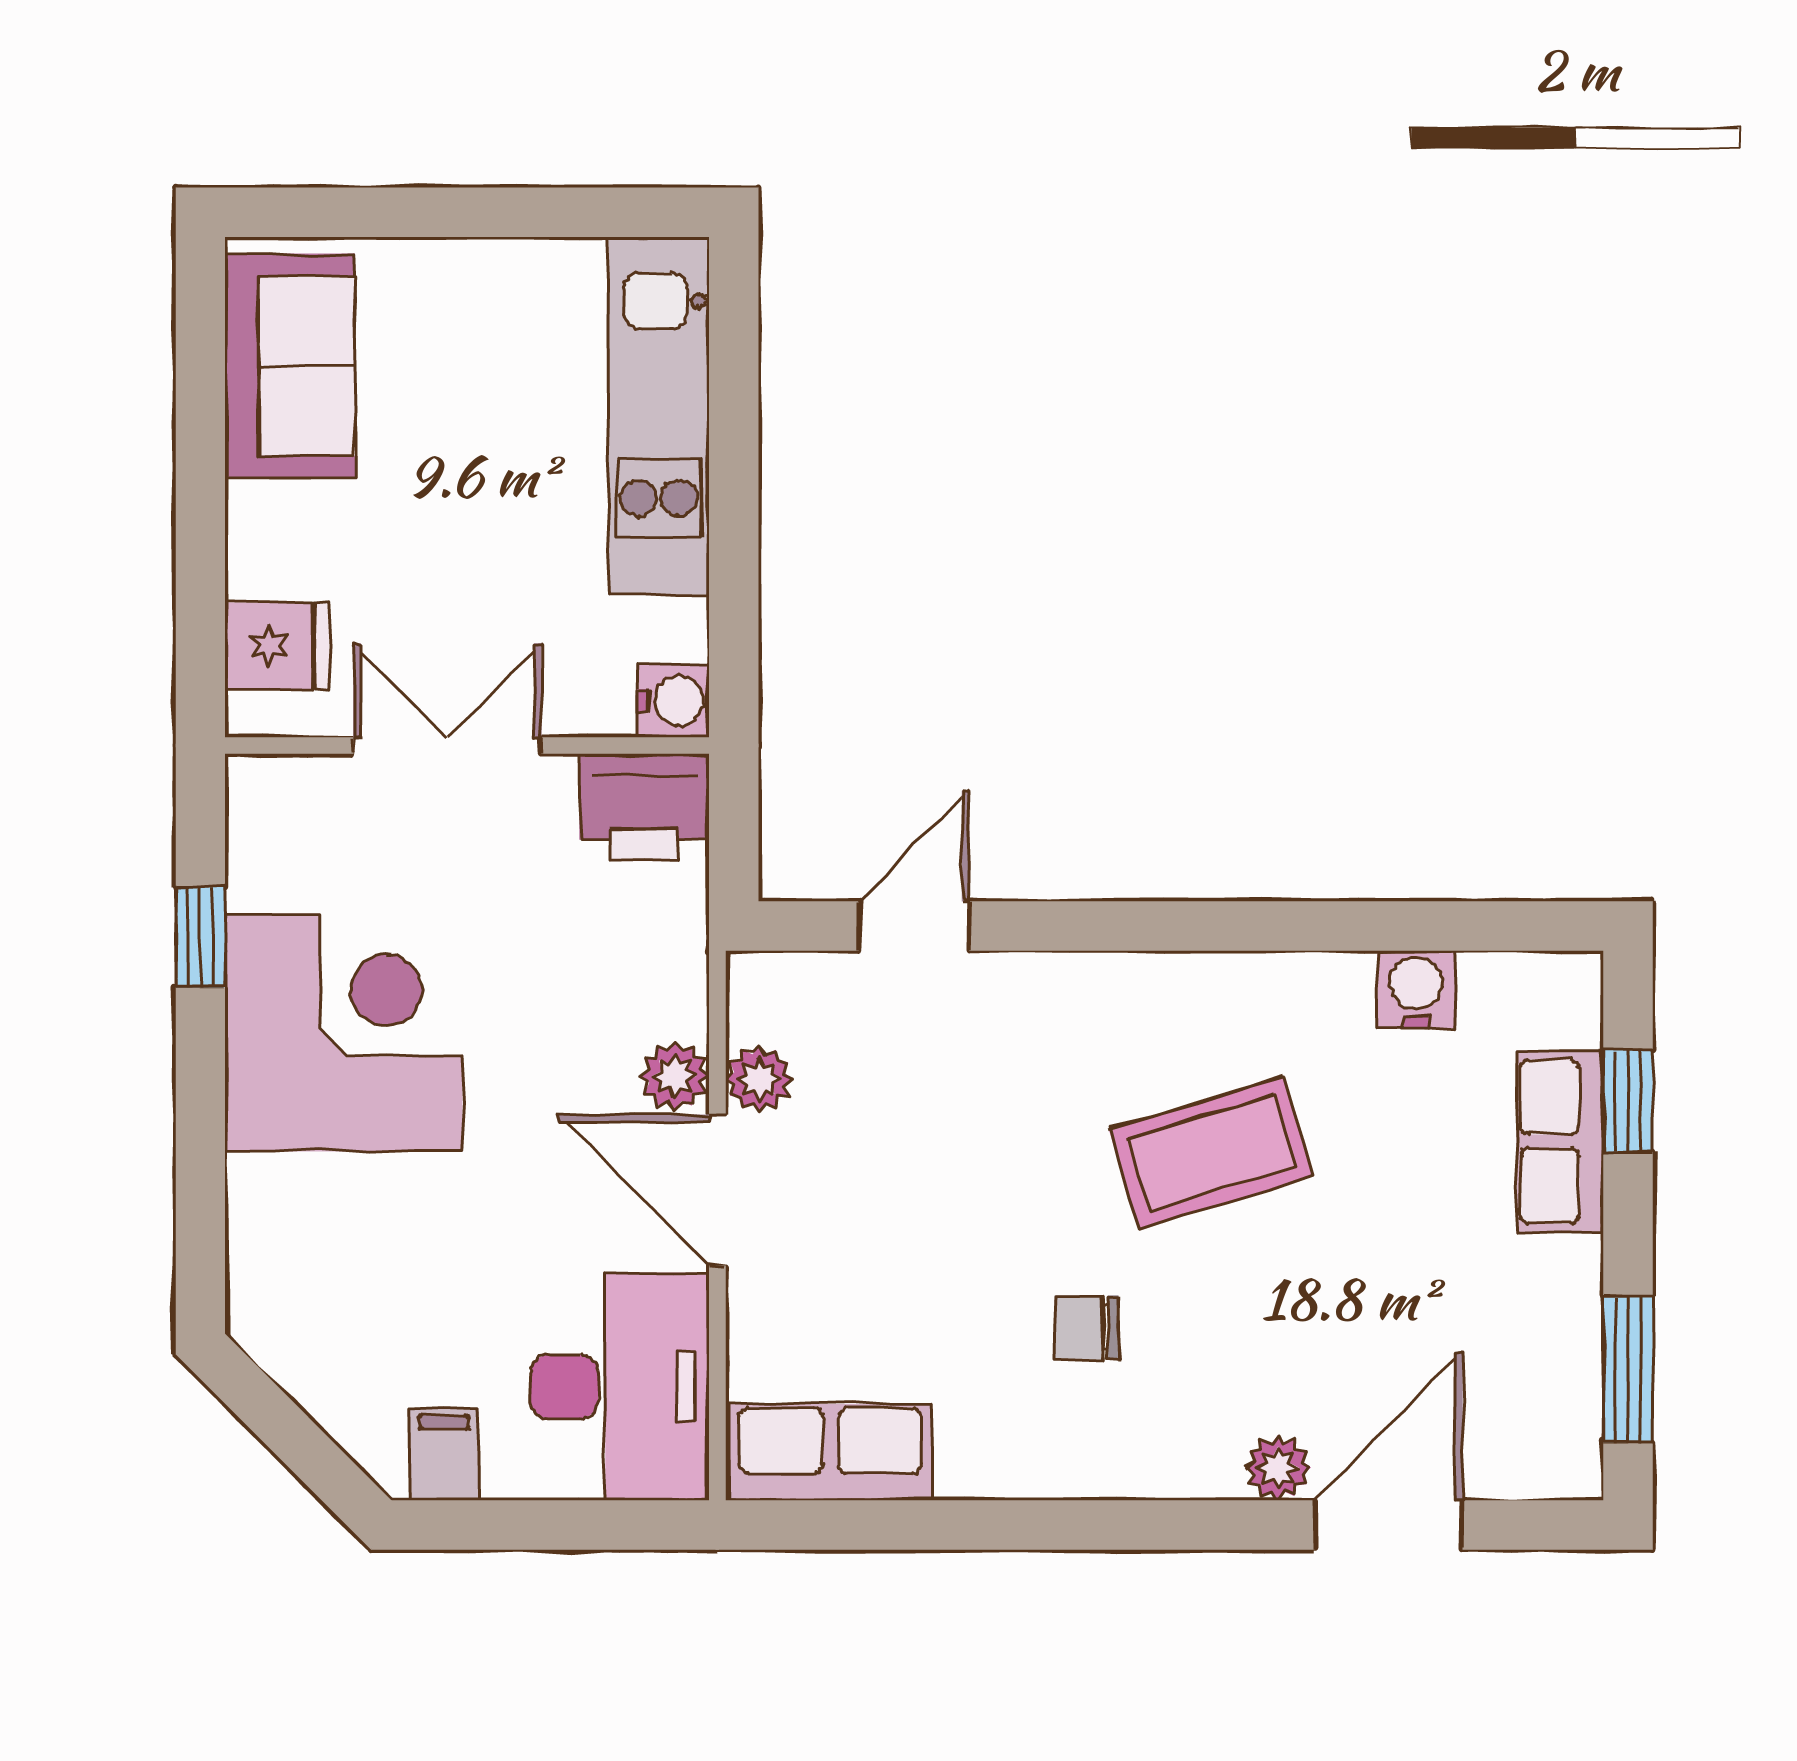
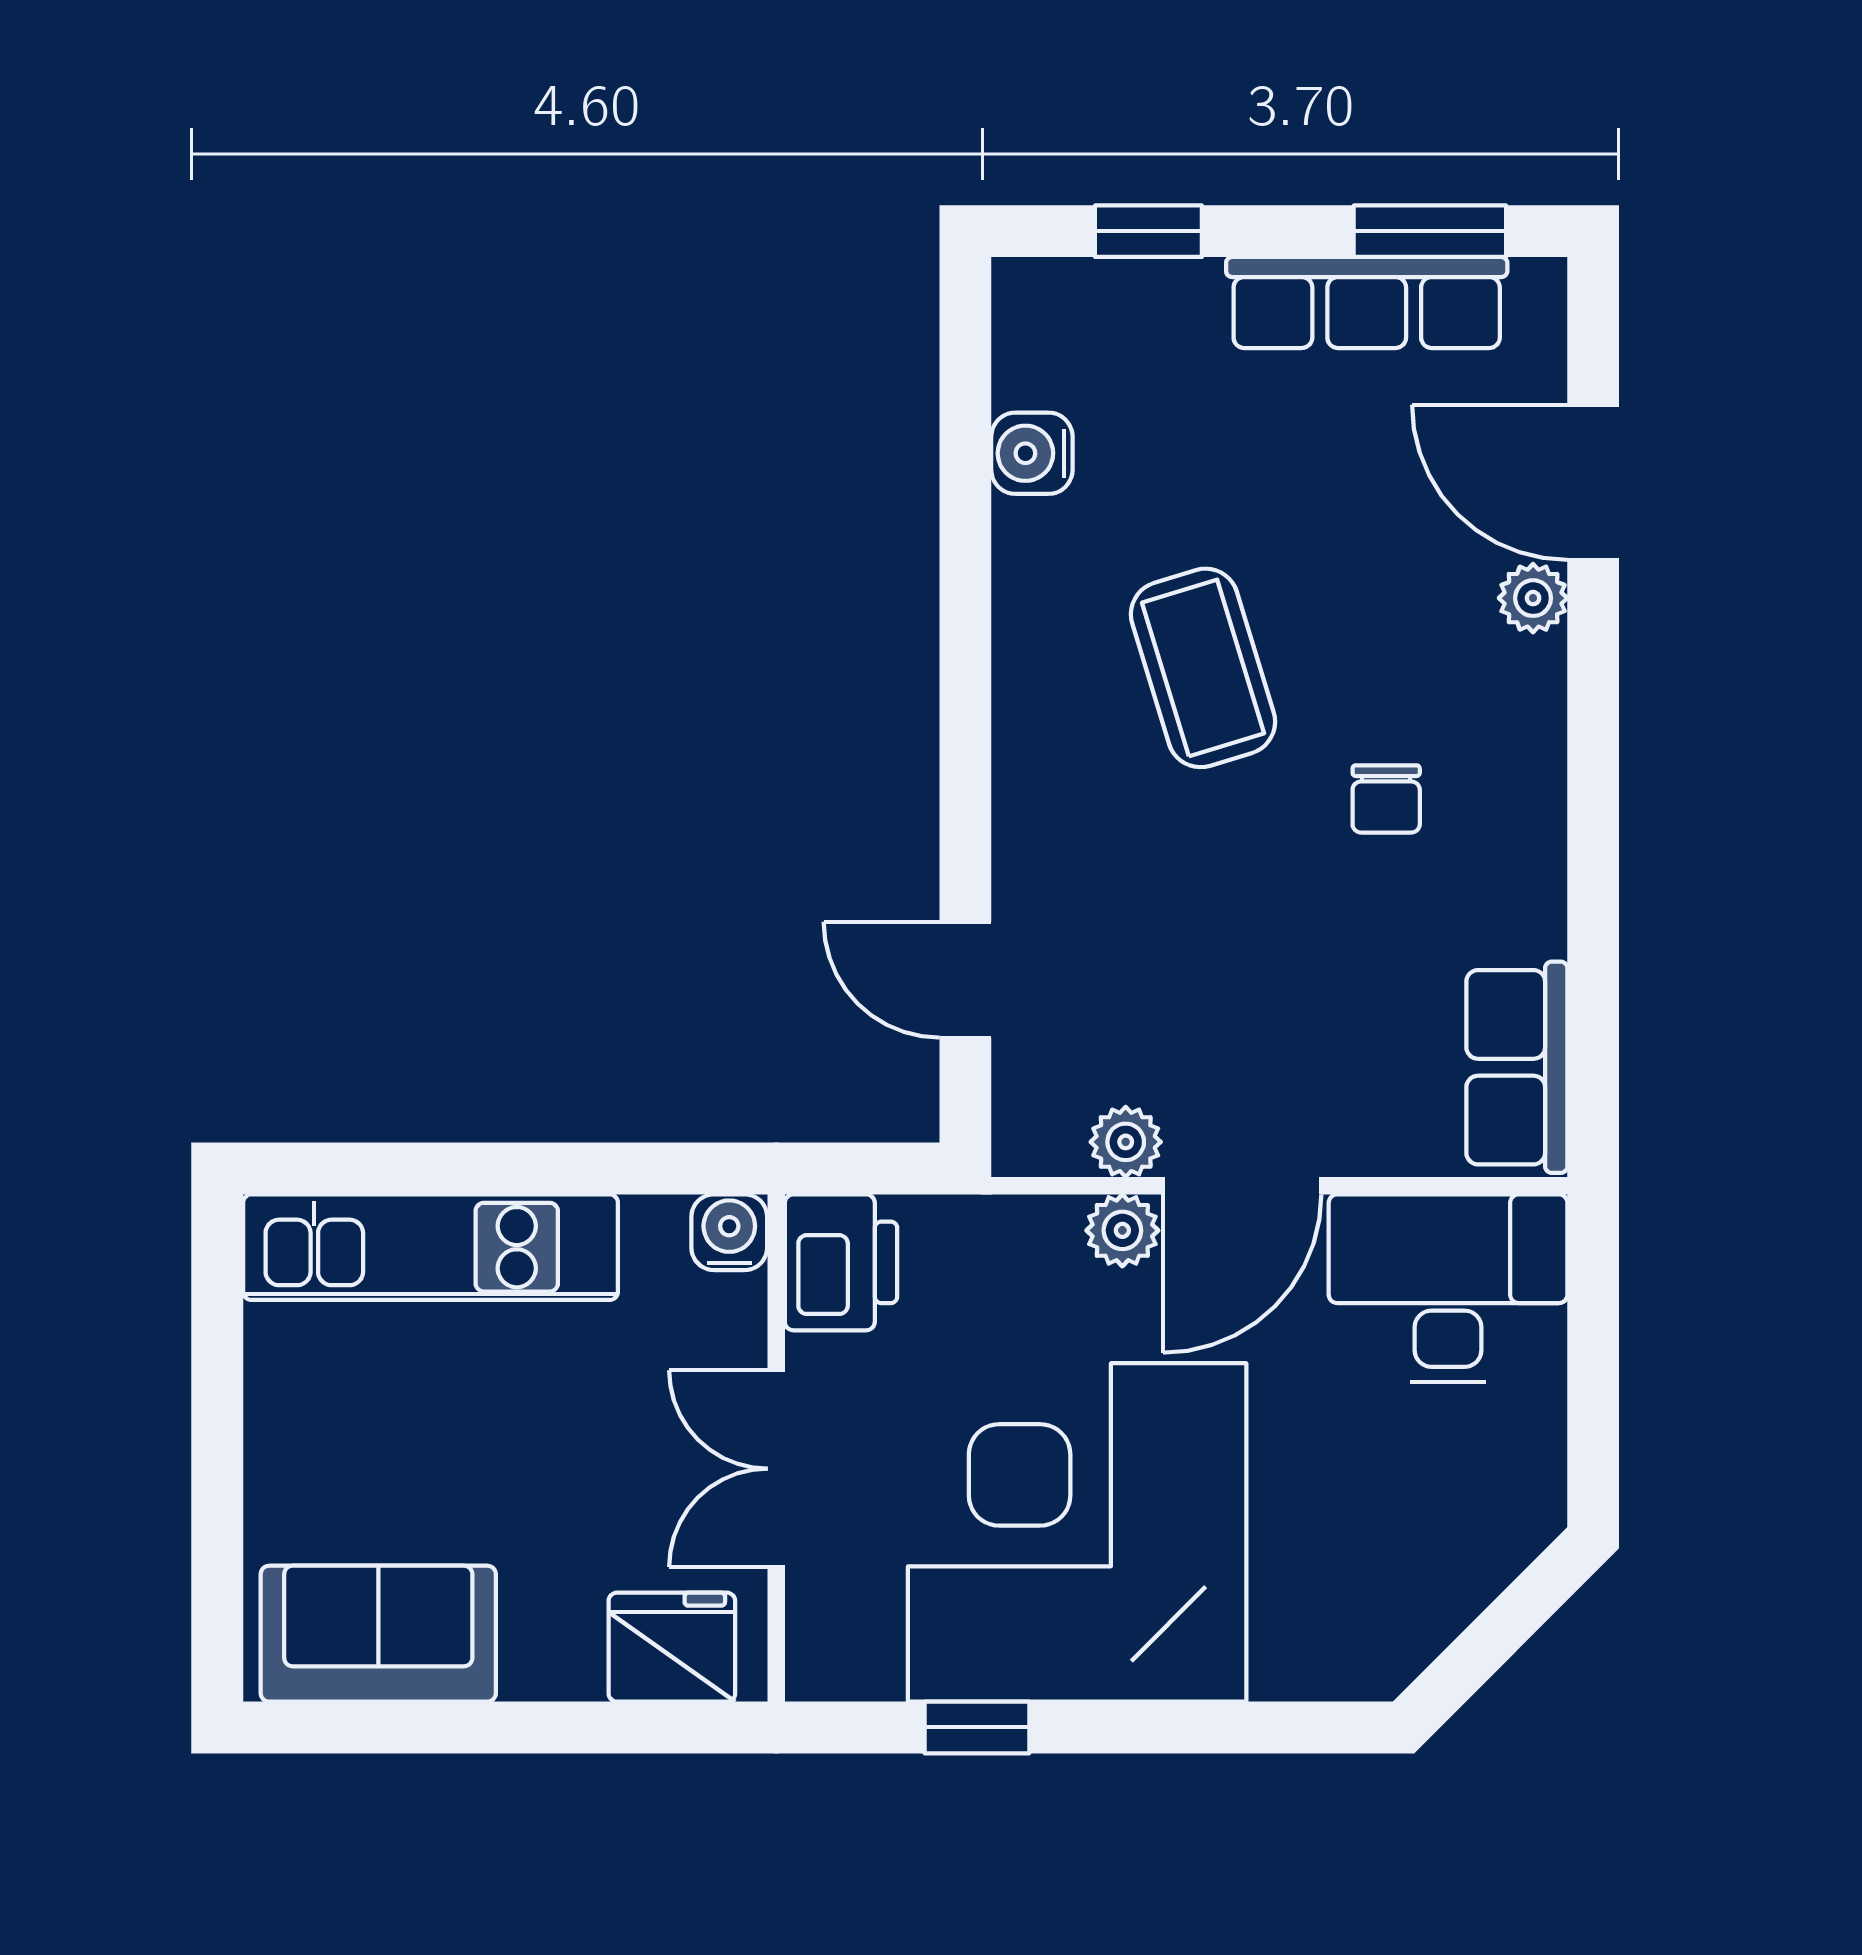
fridge: (277, 646) -> (672, 1647), width x1.38
corner desk: (344, 1033) -> (1077, 1532), width x1.36, depth x1.36
row of seats: (1560, 1141) -> (1367, 303), moved, width x1.48
filing cabinet: (444, 1454) -> (1519, 1472), removed

